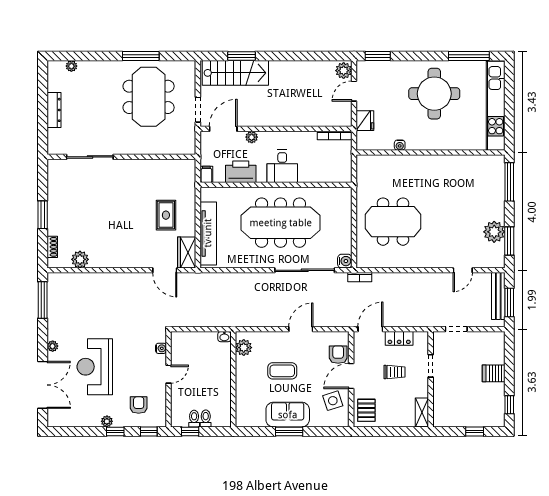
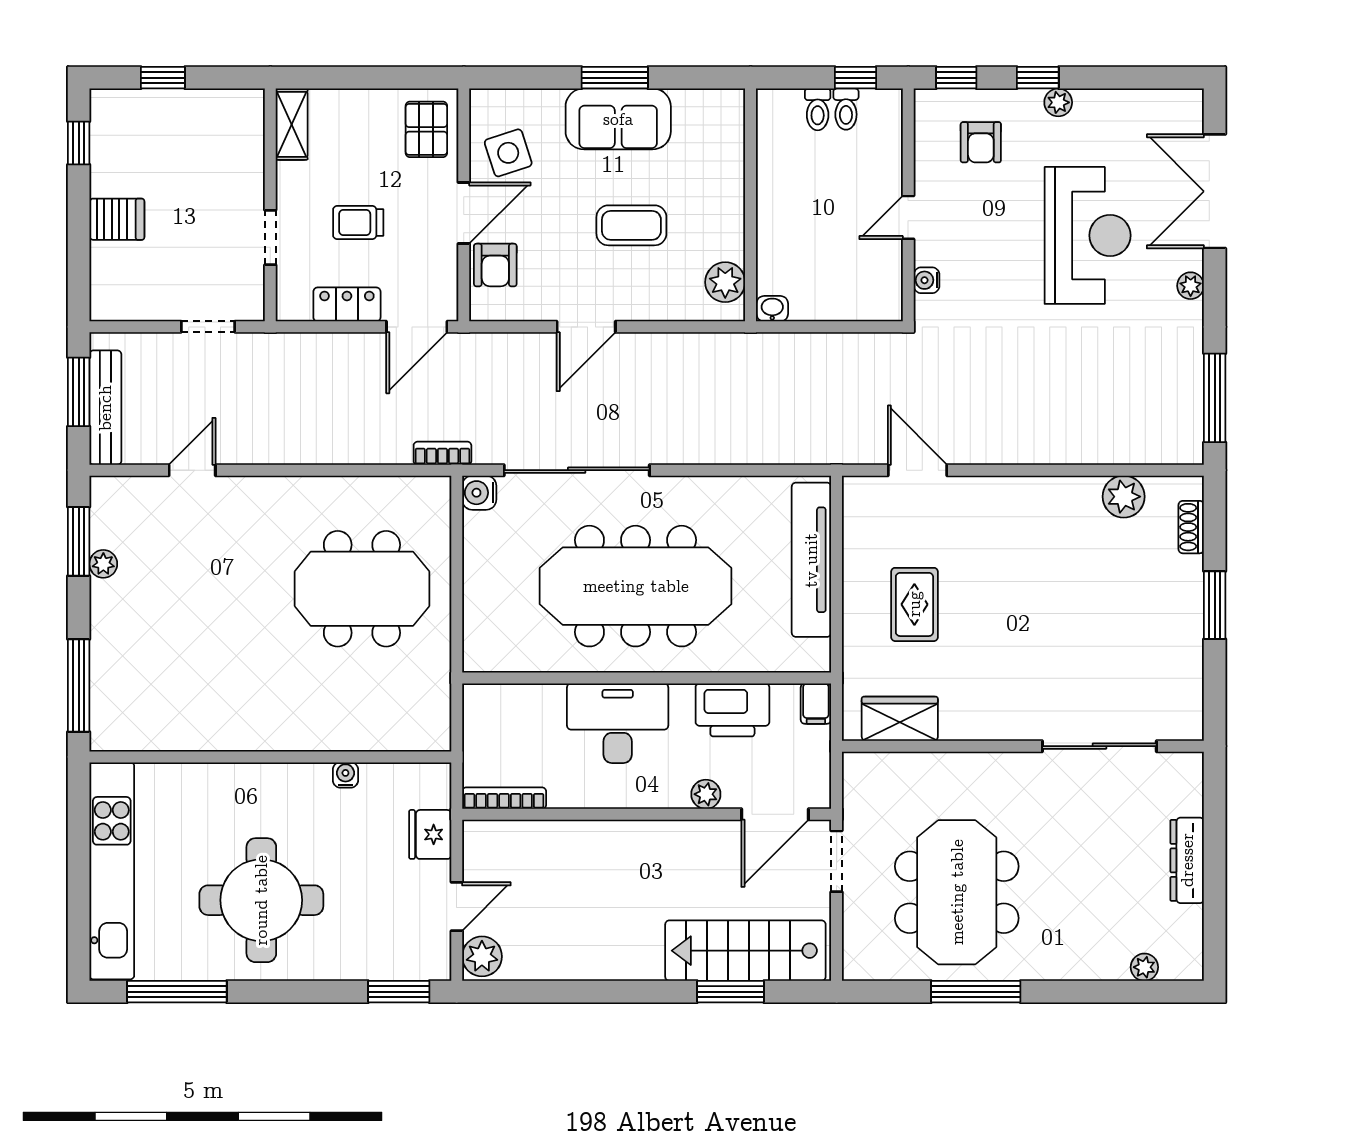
desk: (282, 166) -> (618, 723), width x1.37
plant: (494, 232) -> (103, 564), width x0.53, depth x0.53
wardrobe: (187, 252) -> (900, 719), moved, turned -90

